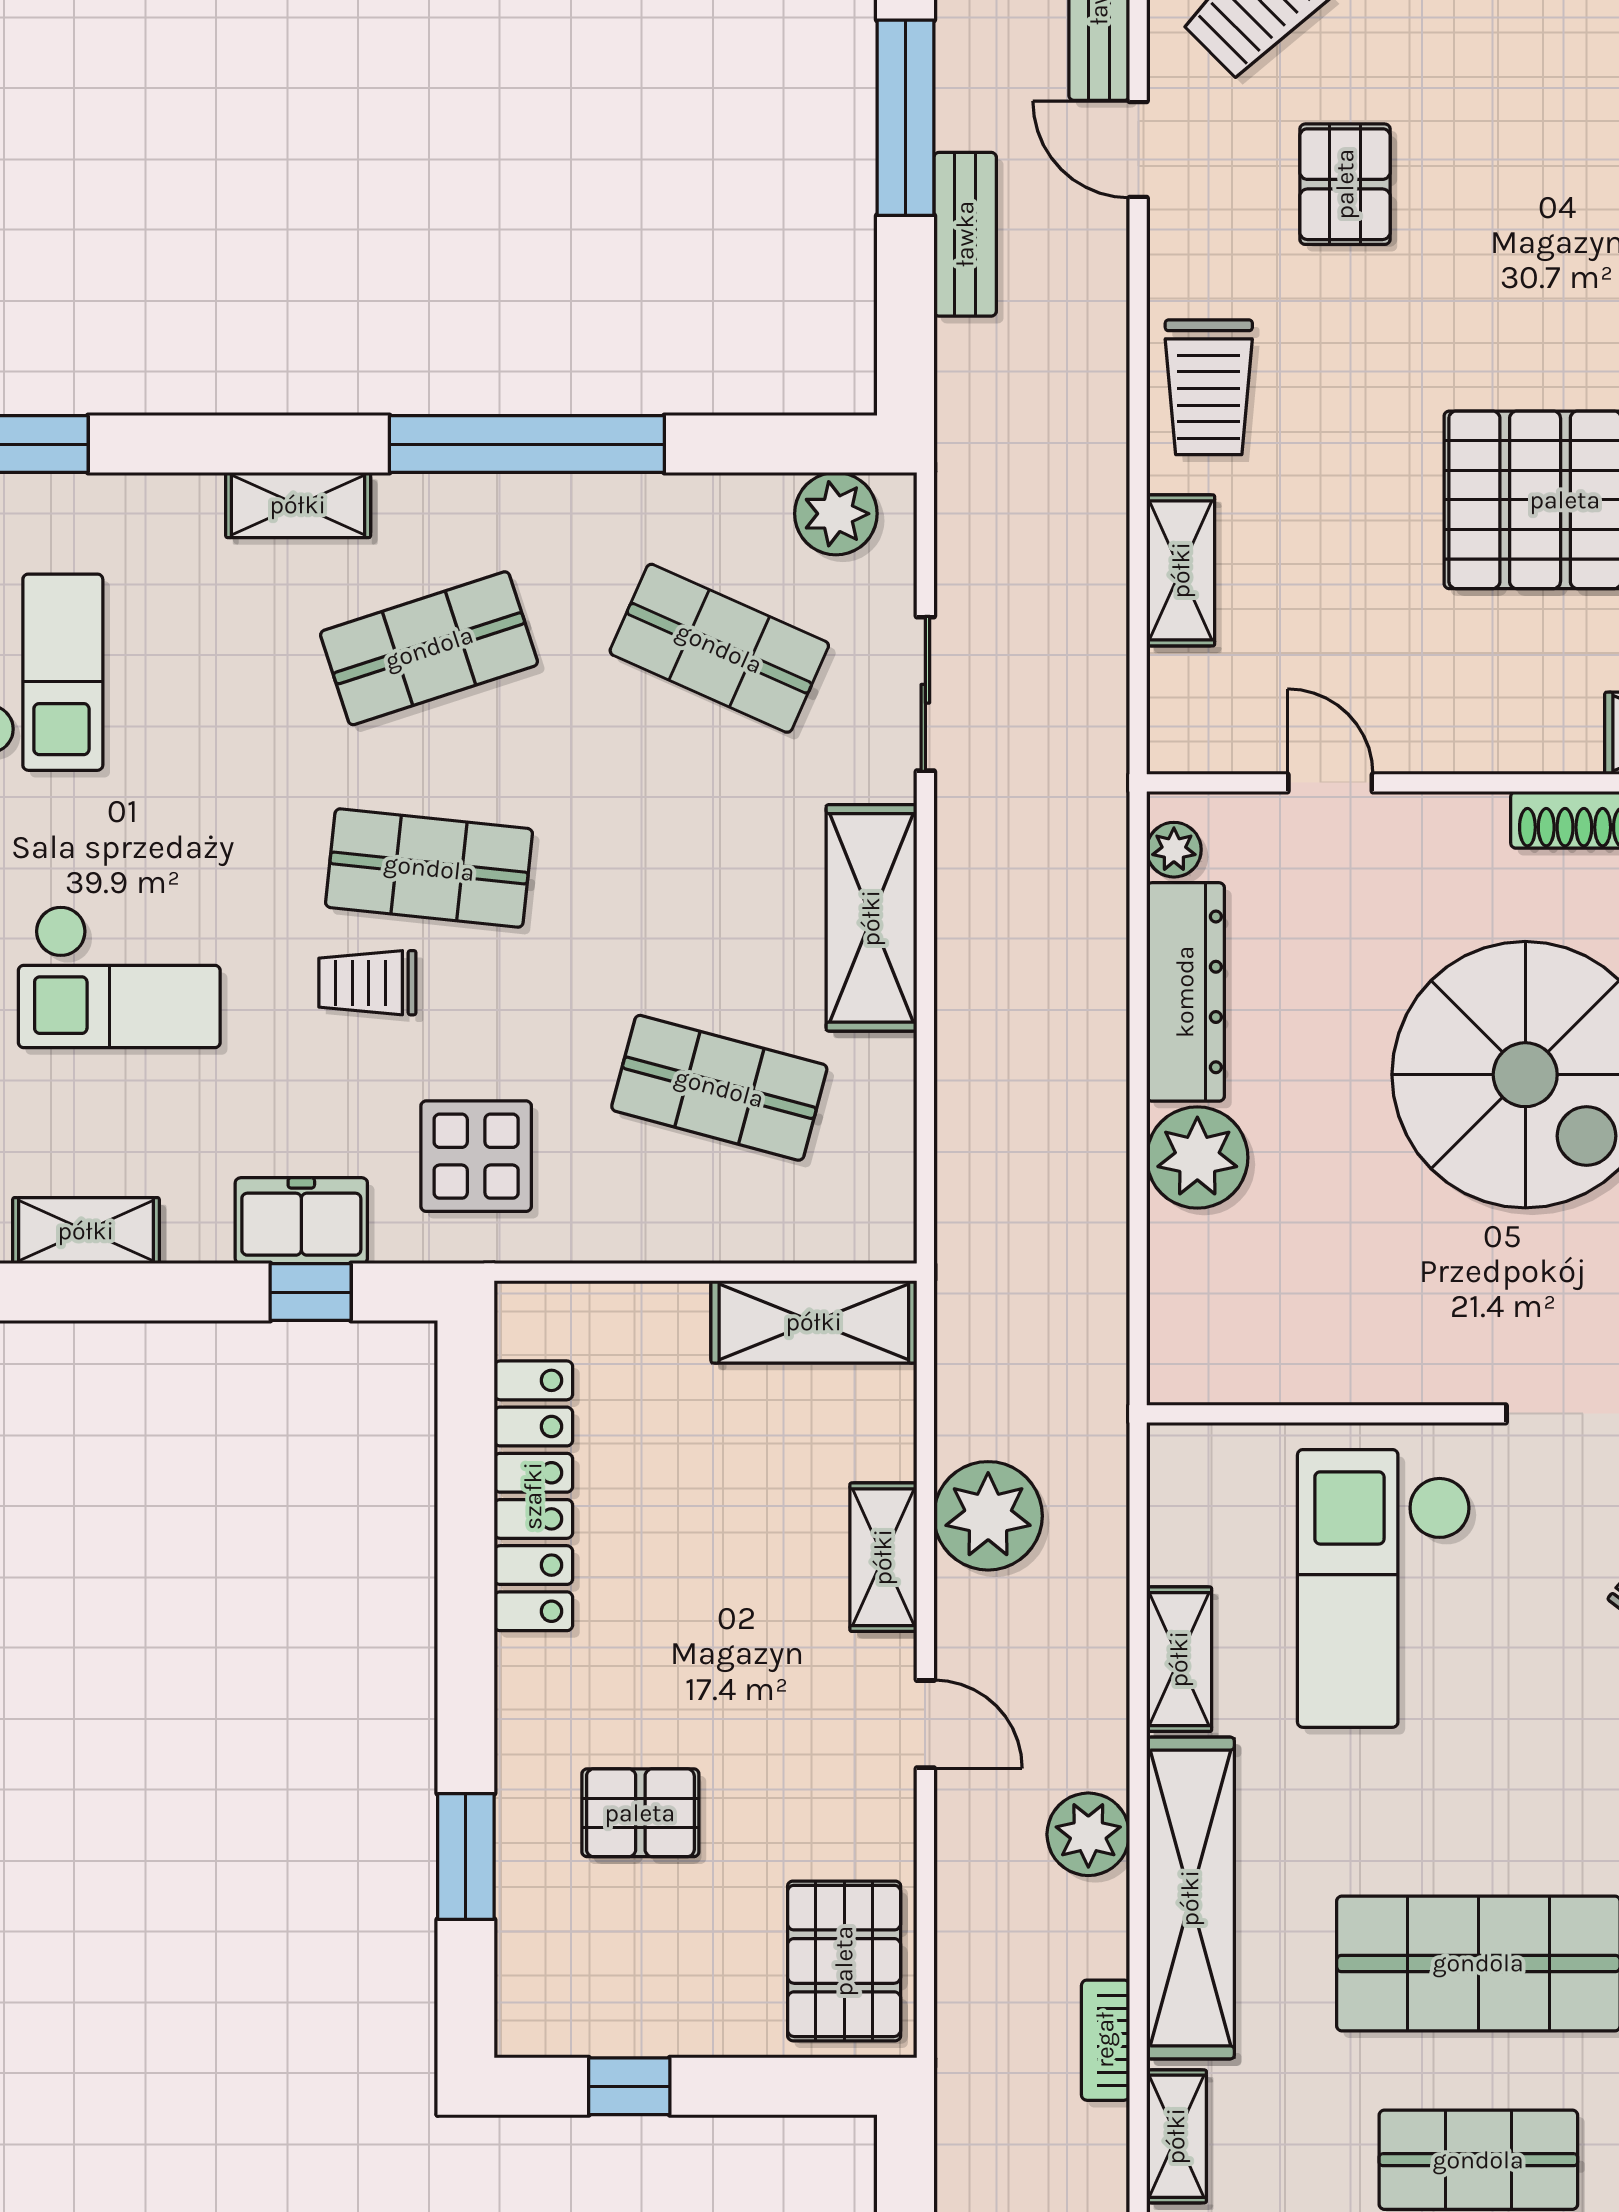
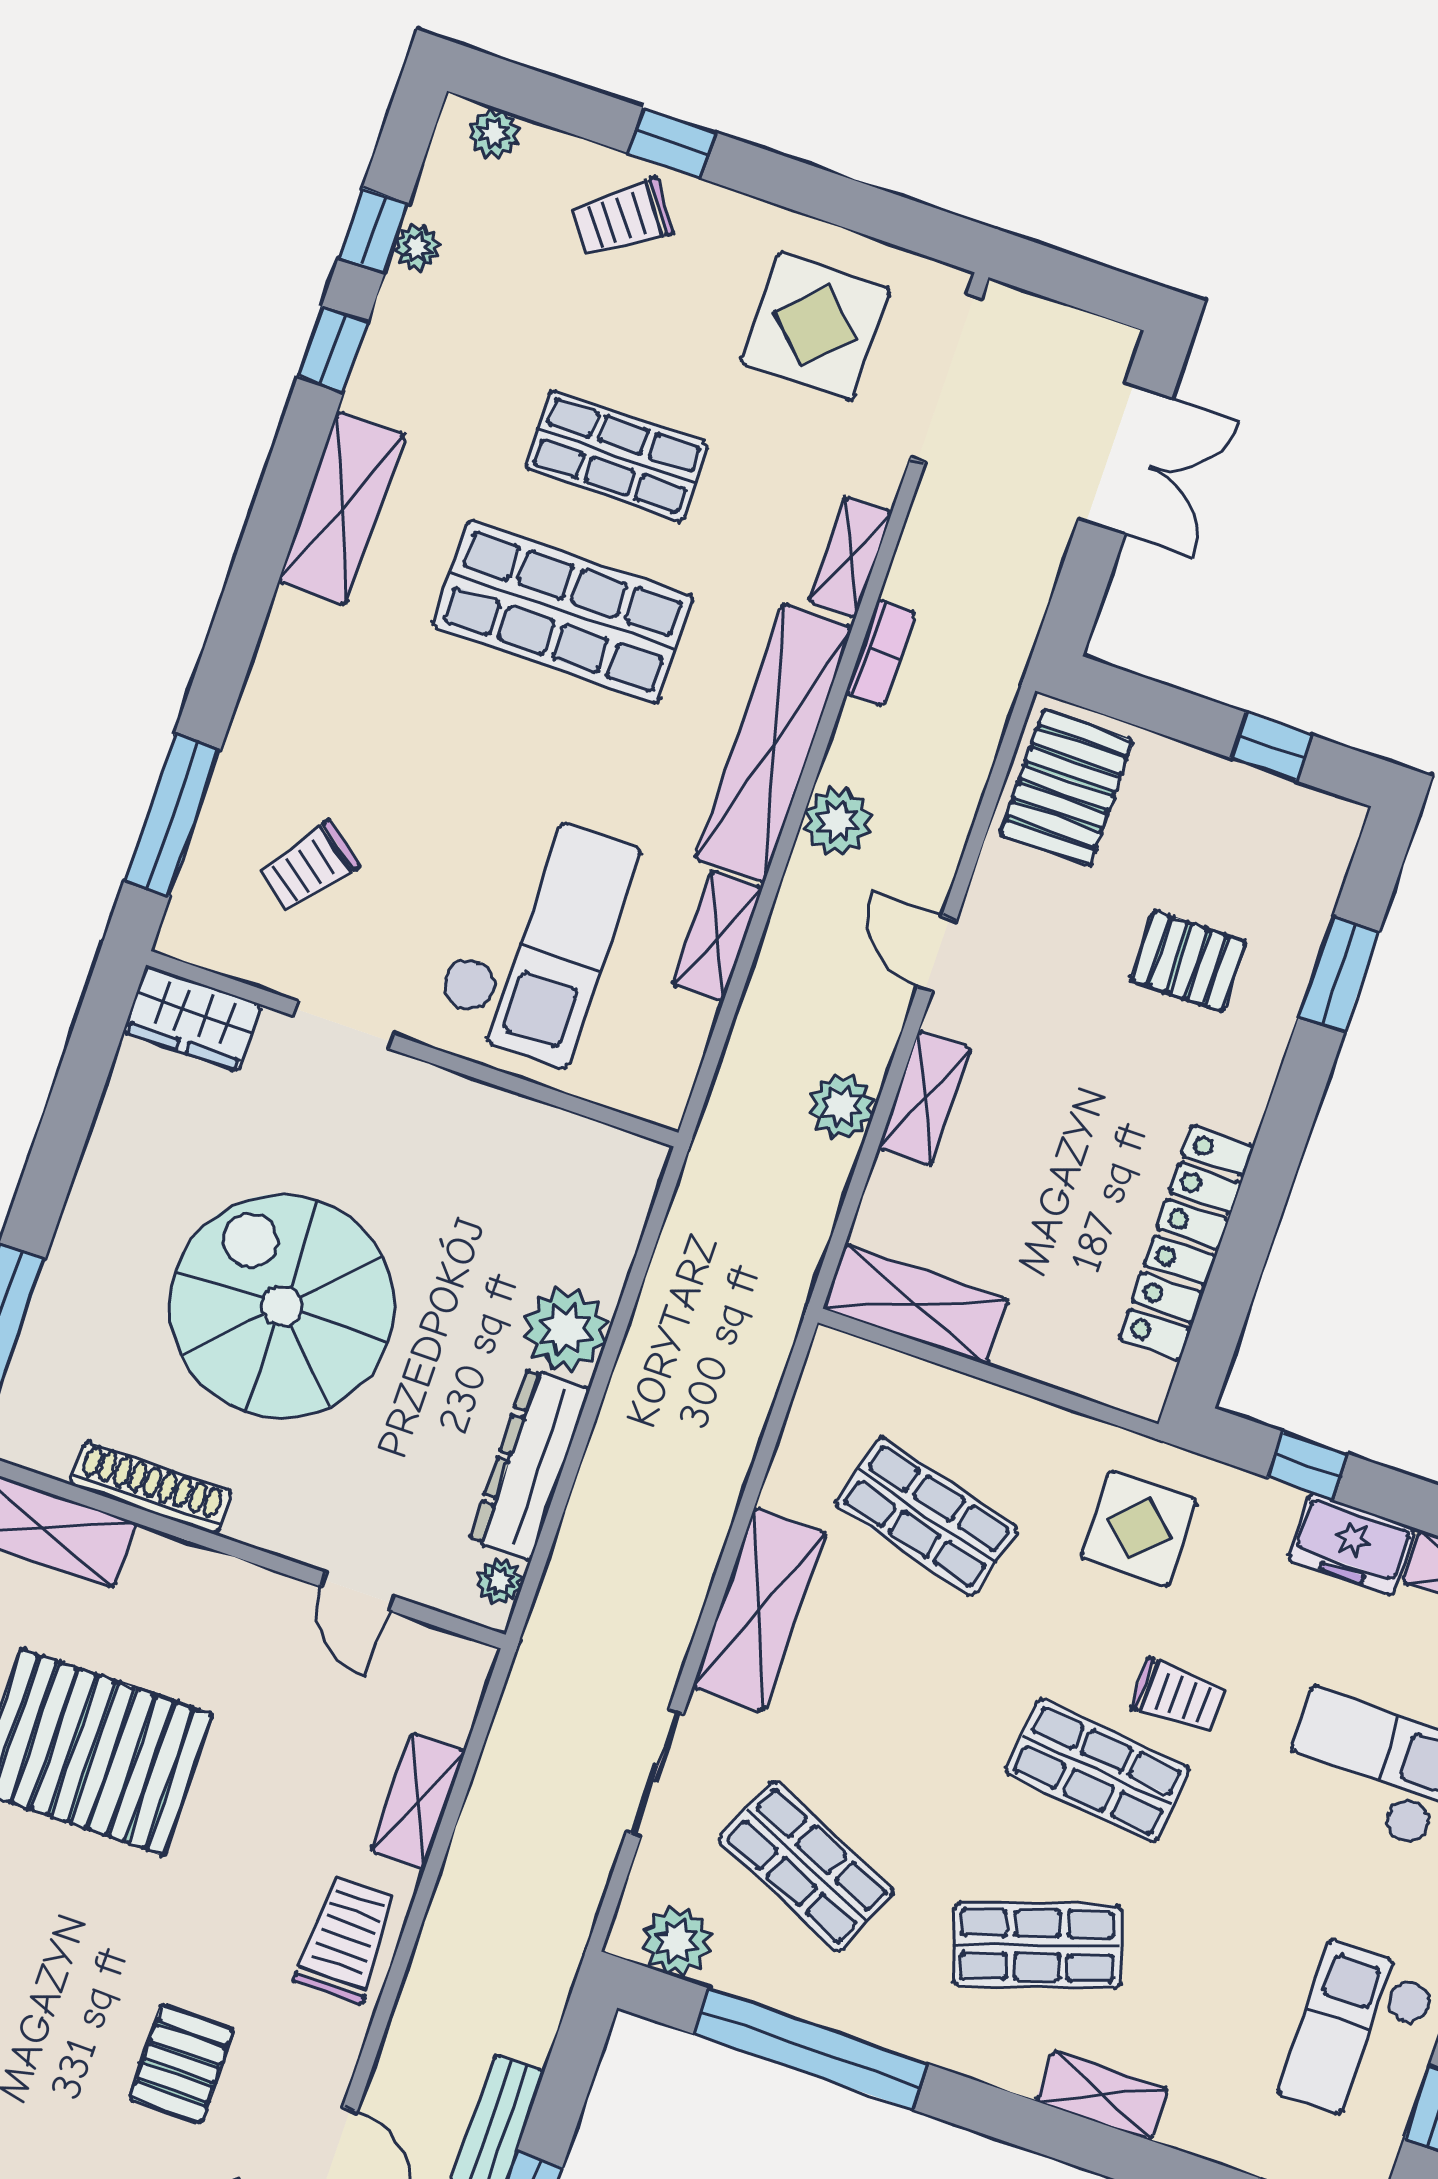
window: (527, 444) -> (811, 2049), moved
freezer: (301, 1221) -> (1351, 1544), moved
plant: (988, 1516) -> (842, 1106), width x0.73, depth x0.73

